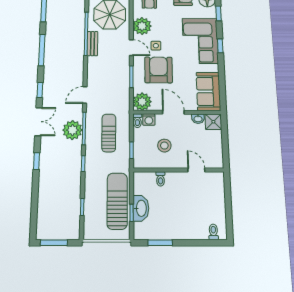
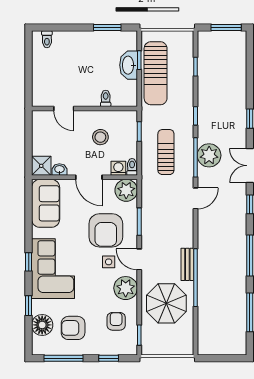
sun lounger: (109, 133) -> (166, 152), turned 180

